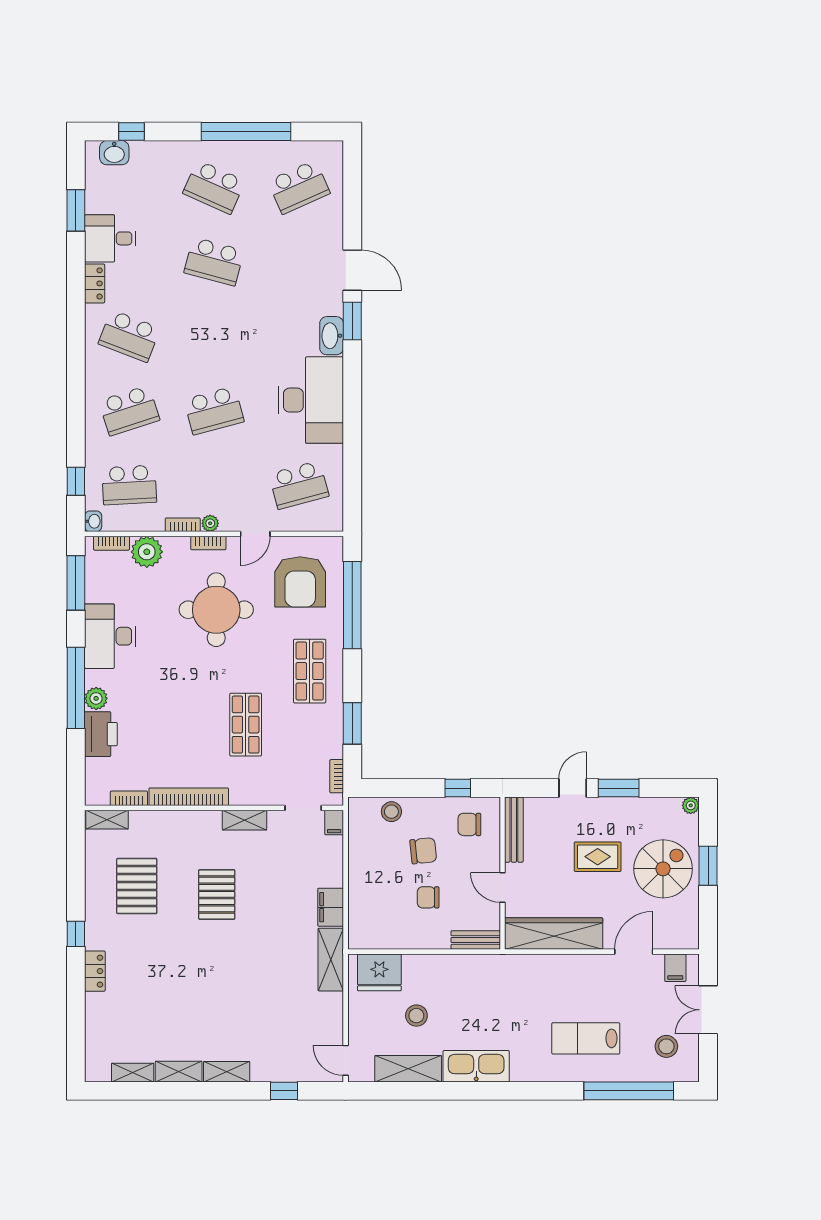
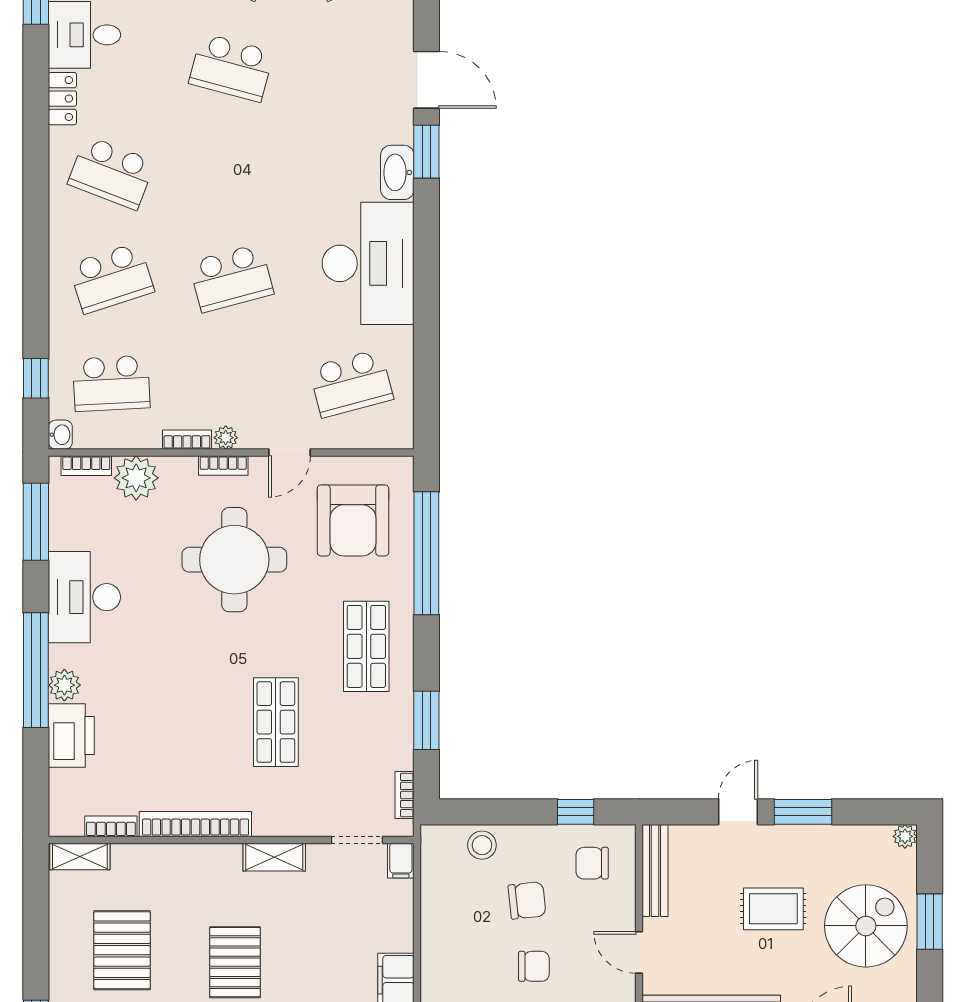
chair: (428, 897) -> (534, 966), turned 180

